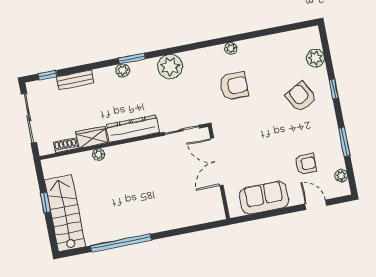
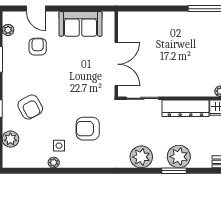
plant: (231, 48) -> (54, 163), moved
side table: (262, 61) -> (59, 146), added
plant: (123, 70) -> (179, 157), width x1.87, depth x1.87
armchair: (306, 164) -> (38, 47), turned 90

